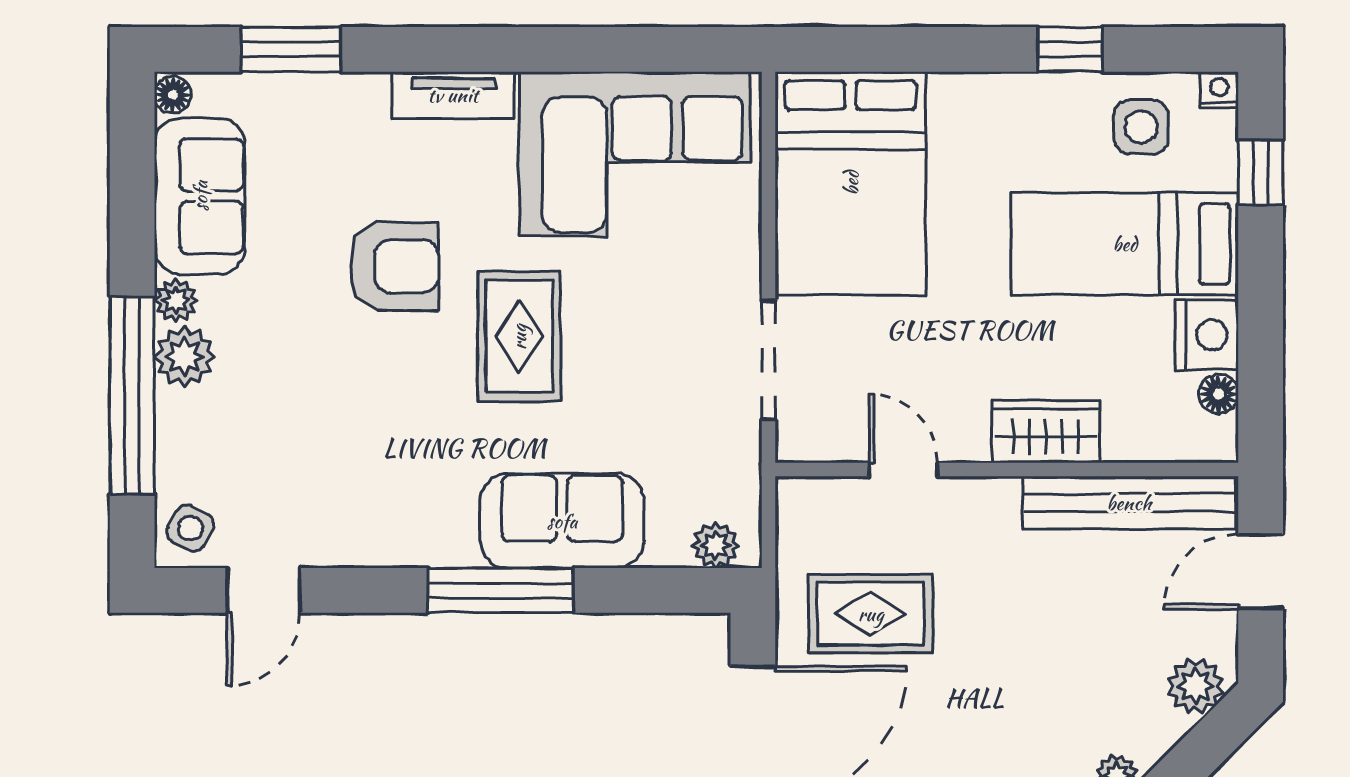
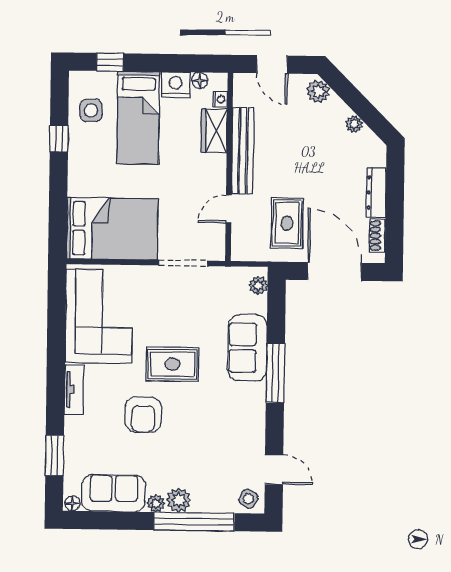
nightstand: (1219, 90) -> (220, 99), moved, turned 180
armchair: (394, 266) -> (143, 414), turned 180
wardrobe: (1046, 432) -> (214, 131), moved
bench: (1129, 503) -> (243, 151), moved

